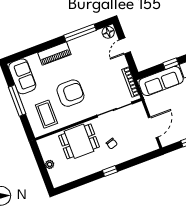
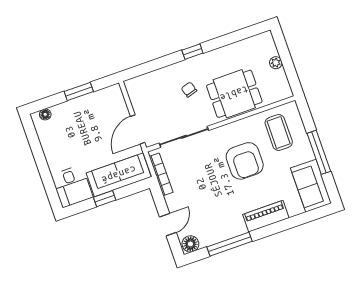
armchair: (70, 93) -> (245, 161), turned -90
door: (153, 127) -> (138, 129), moved

